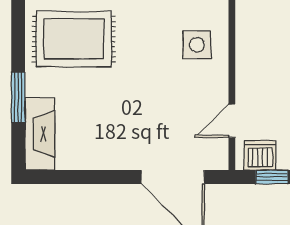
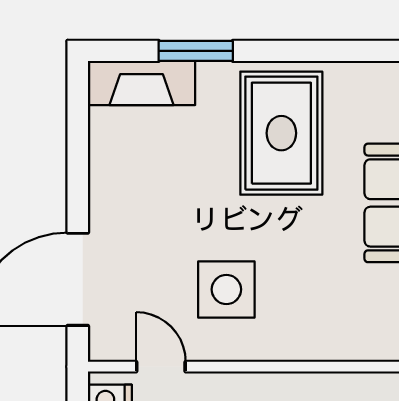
side table: (197, 45) -> (226, 289), moved, width x1.37, depth x1.37

